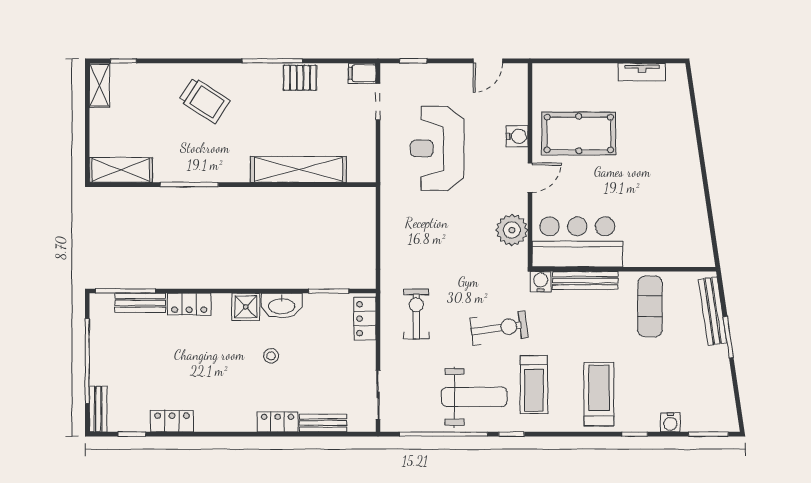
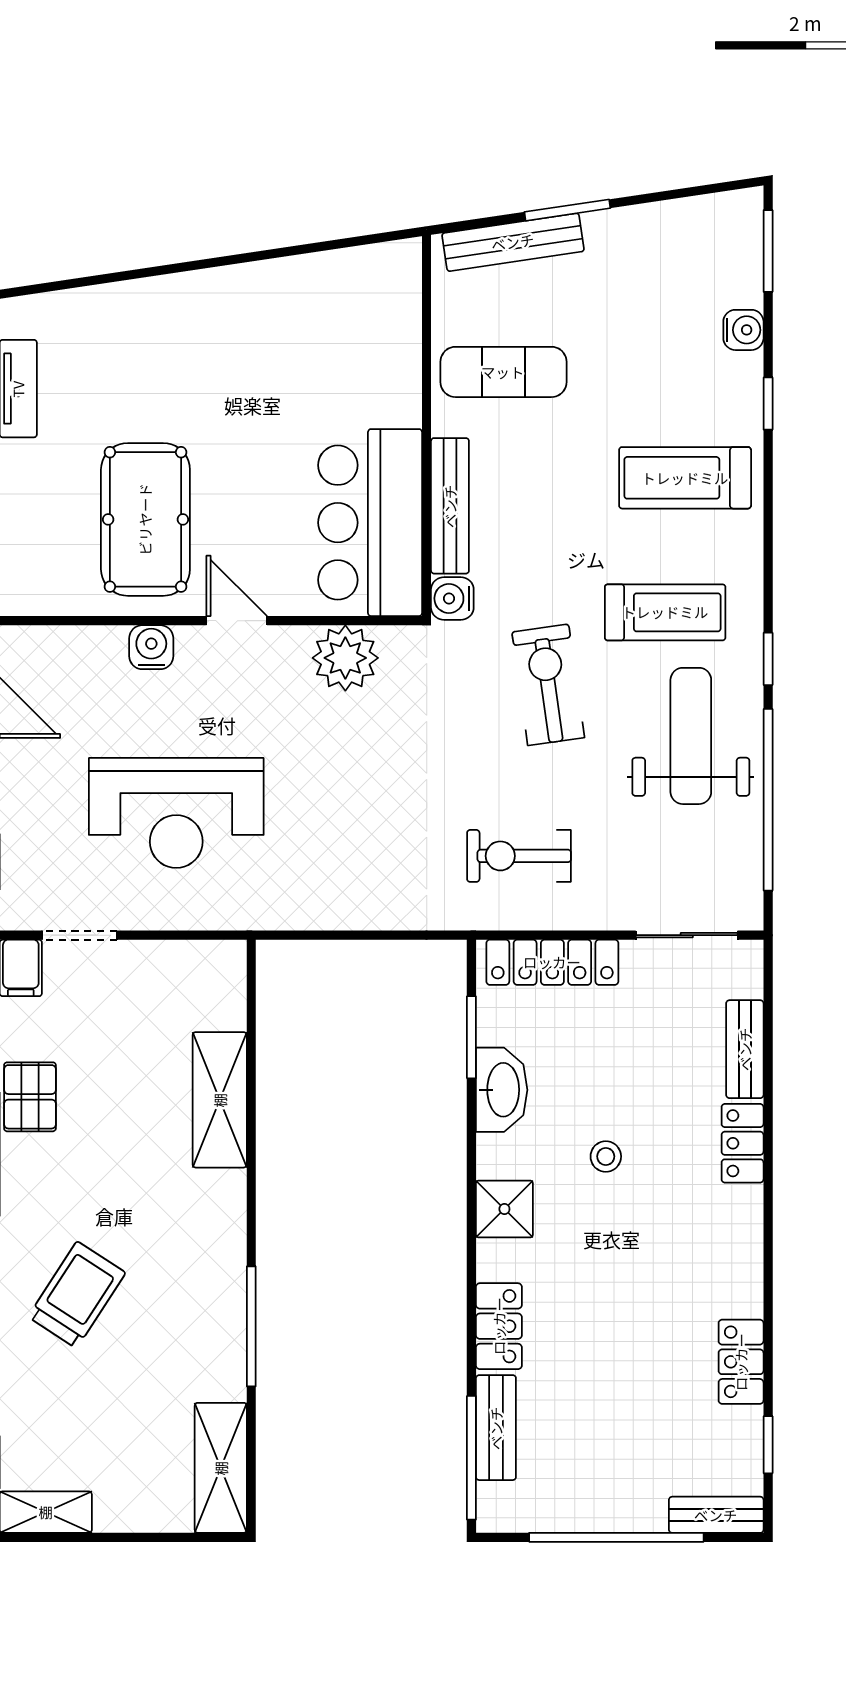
shelving: (299, 169) -> (220, 1100), width x0.68
washbasin: (282, 306) -> (502, 1090), moved
locker: (365, 319) -> (552, 962), width x1.53

